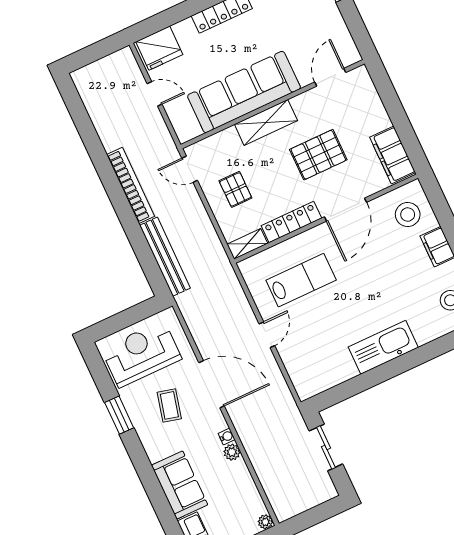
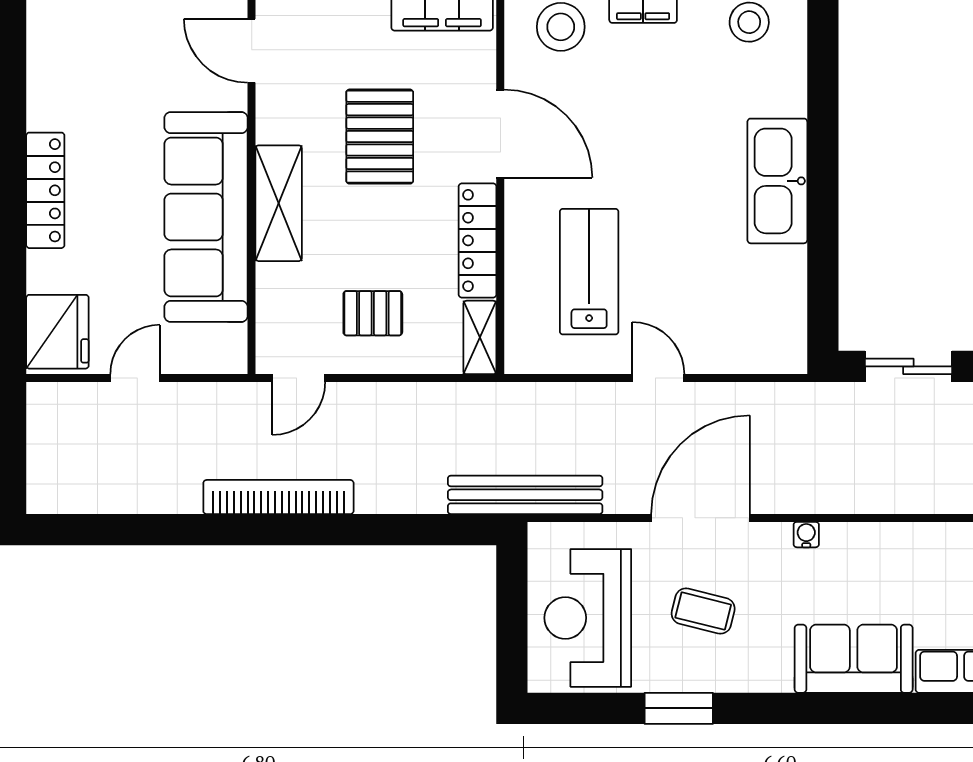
bench: (165, 257) -> (525, 495), moved
plant: (232, 452) -> (838, 538), removed

